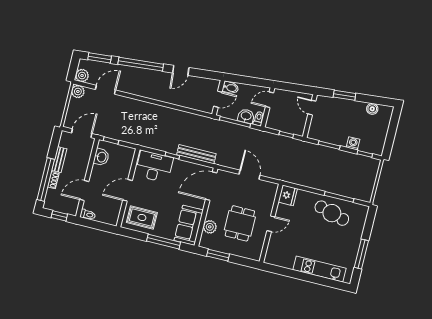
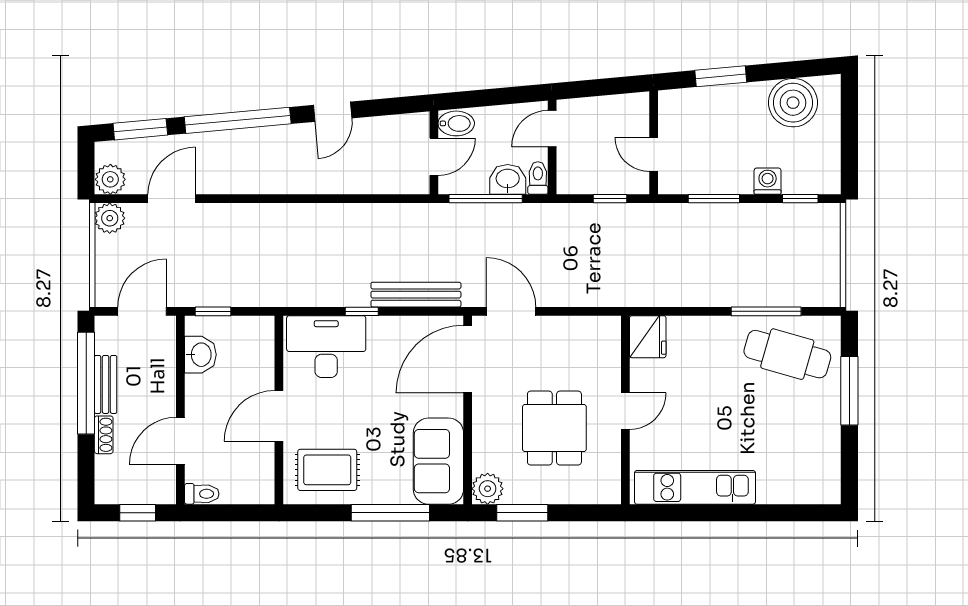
door: (312, 108) -> (654, 155), moved
boiler: (372, 109) -> (793, 103), width x1.86, depth x1.86
door: (249, 175) -> (511, 311), moved
window: (46, 179) -> (86, 383), moved
cafe table: (332, 213) -> (787, 354), moved
plant: (210, 227) -> (488, 489), moved
window: (361, 254) -> (849, 391), moved
kitchen unit: (319, 269) -> (695, 487), moved

